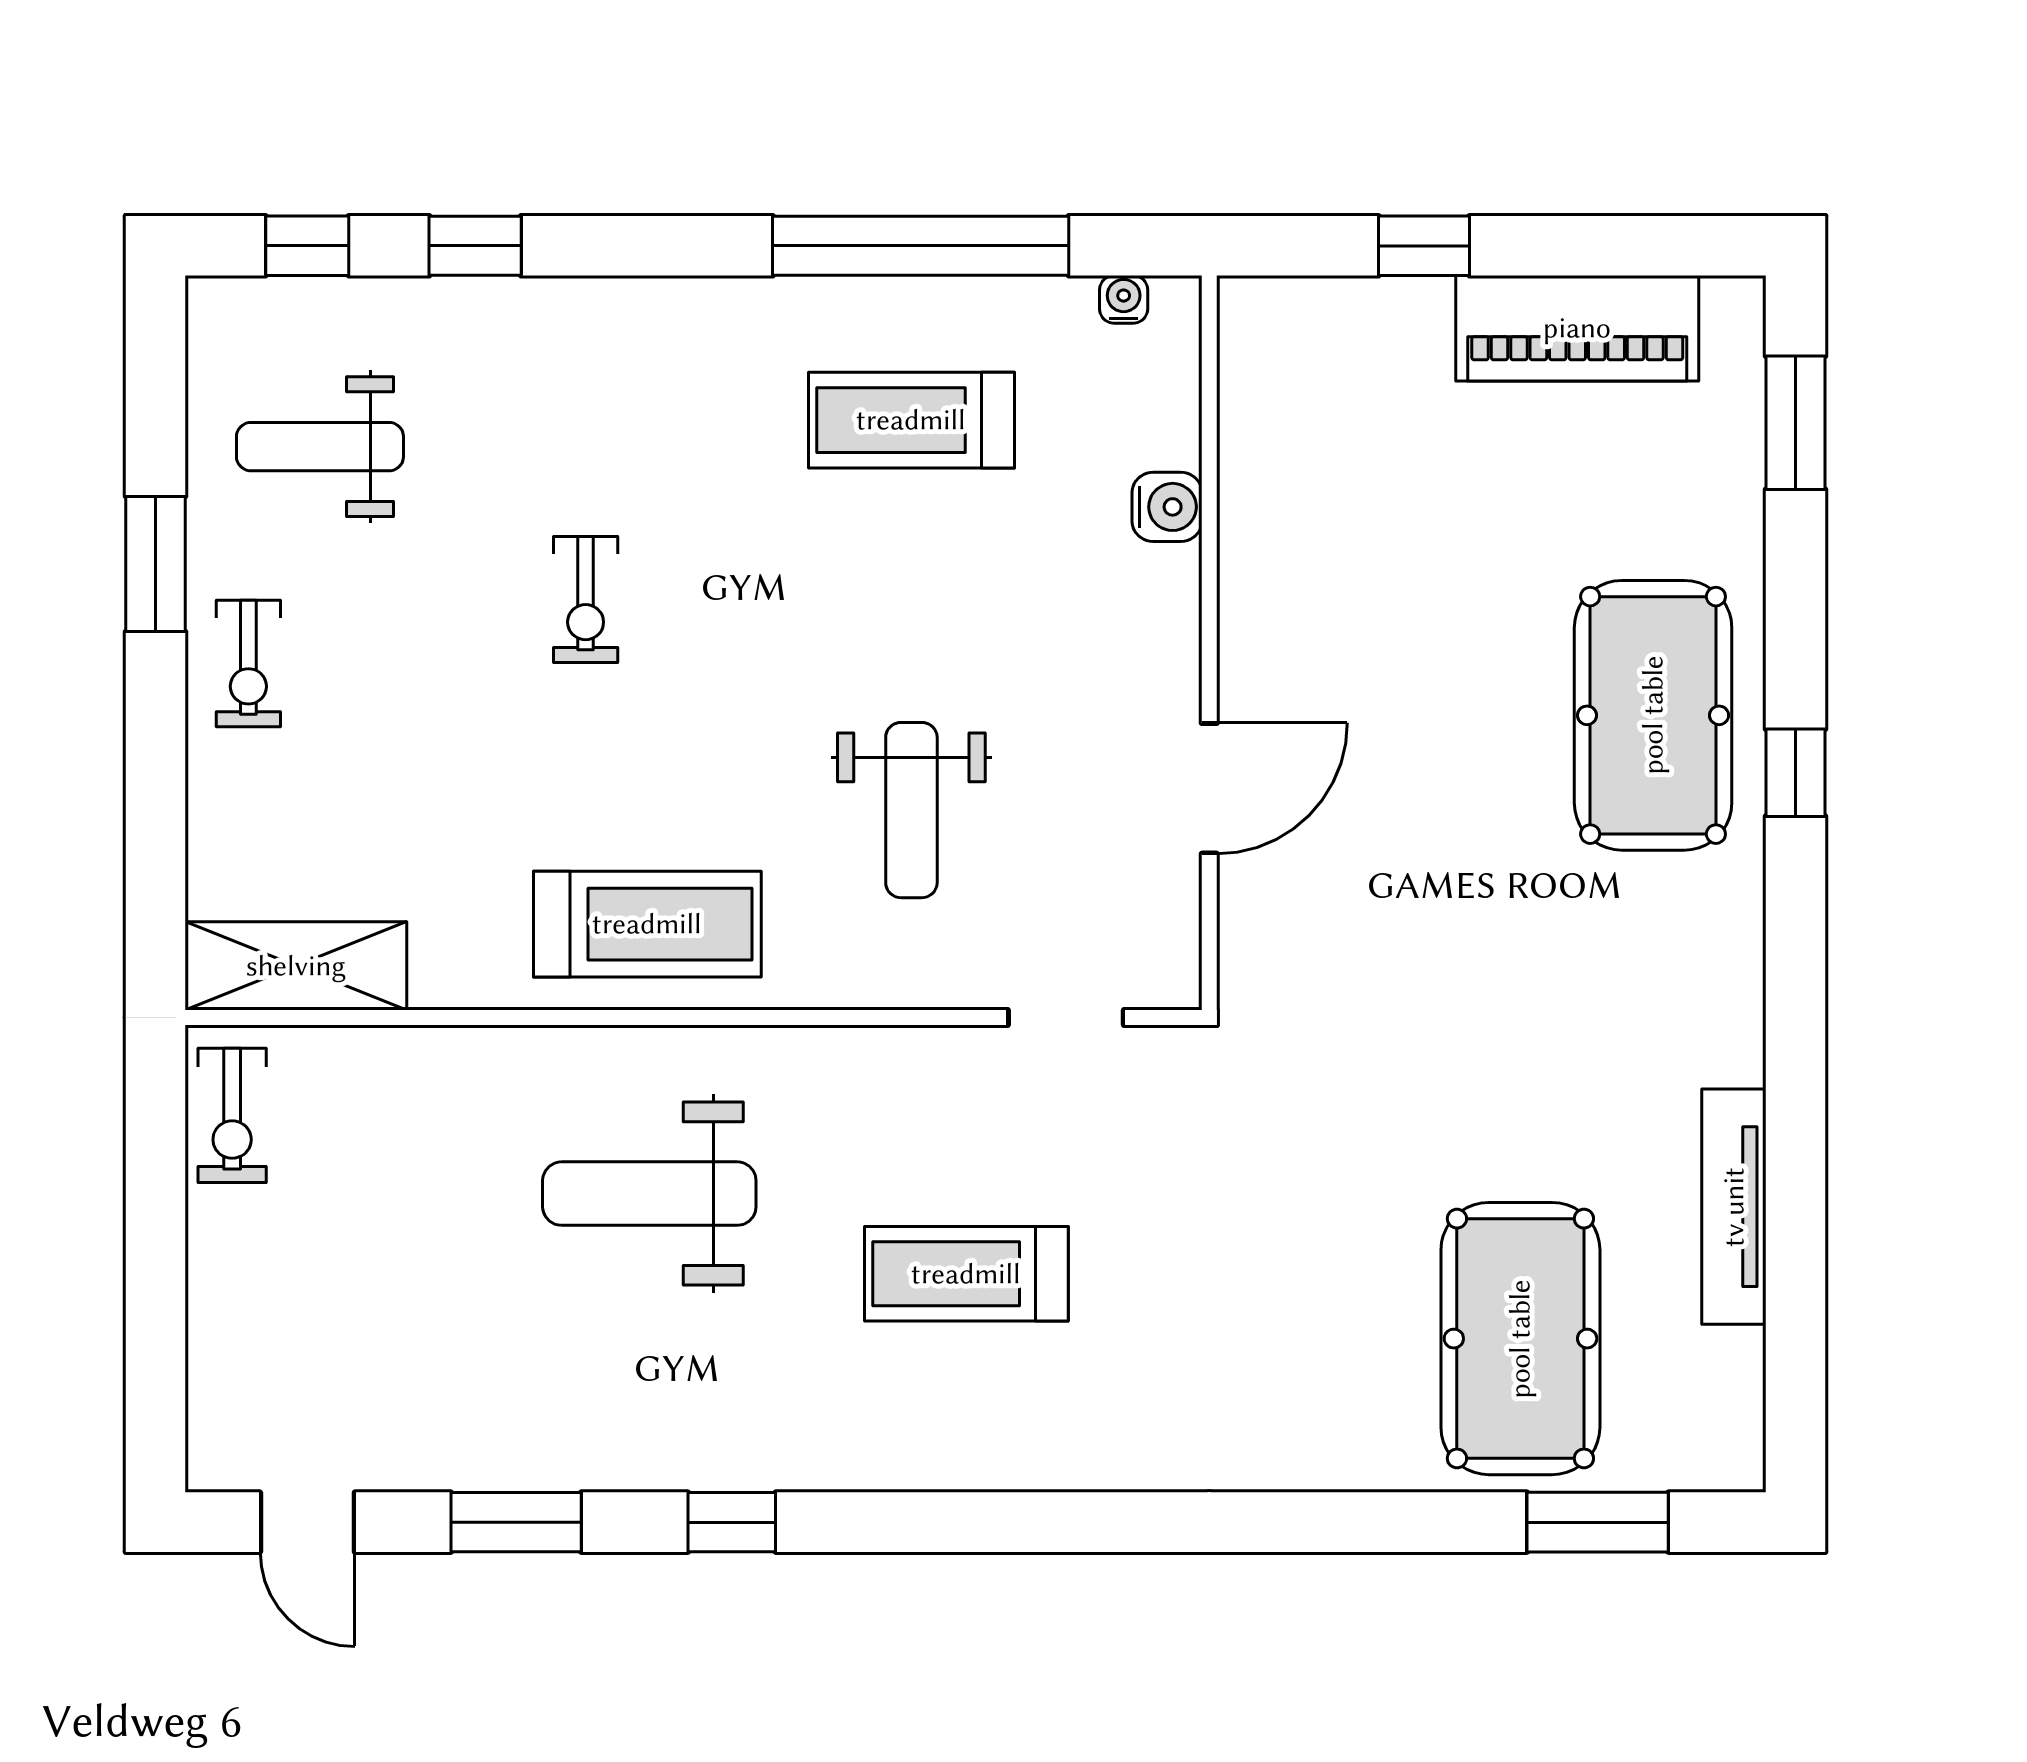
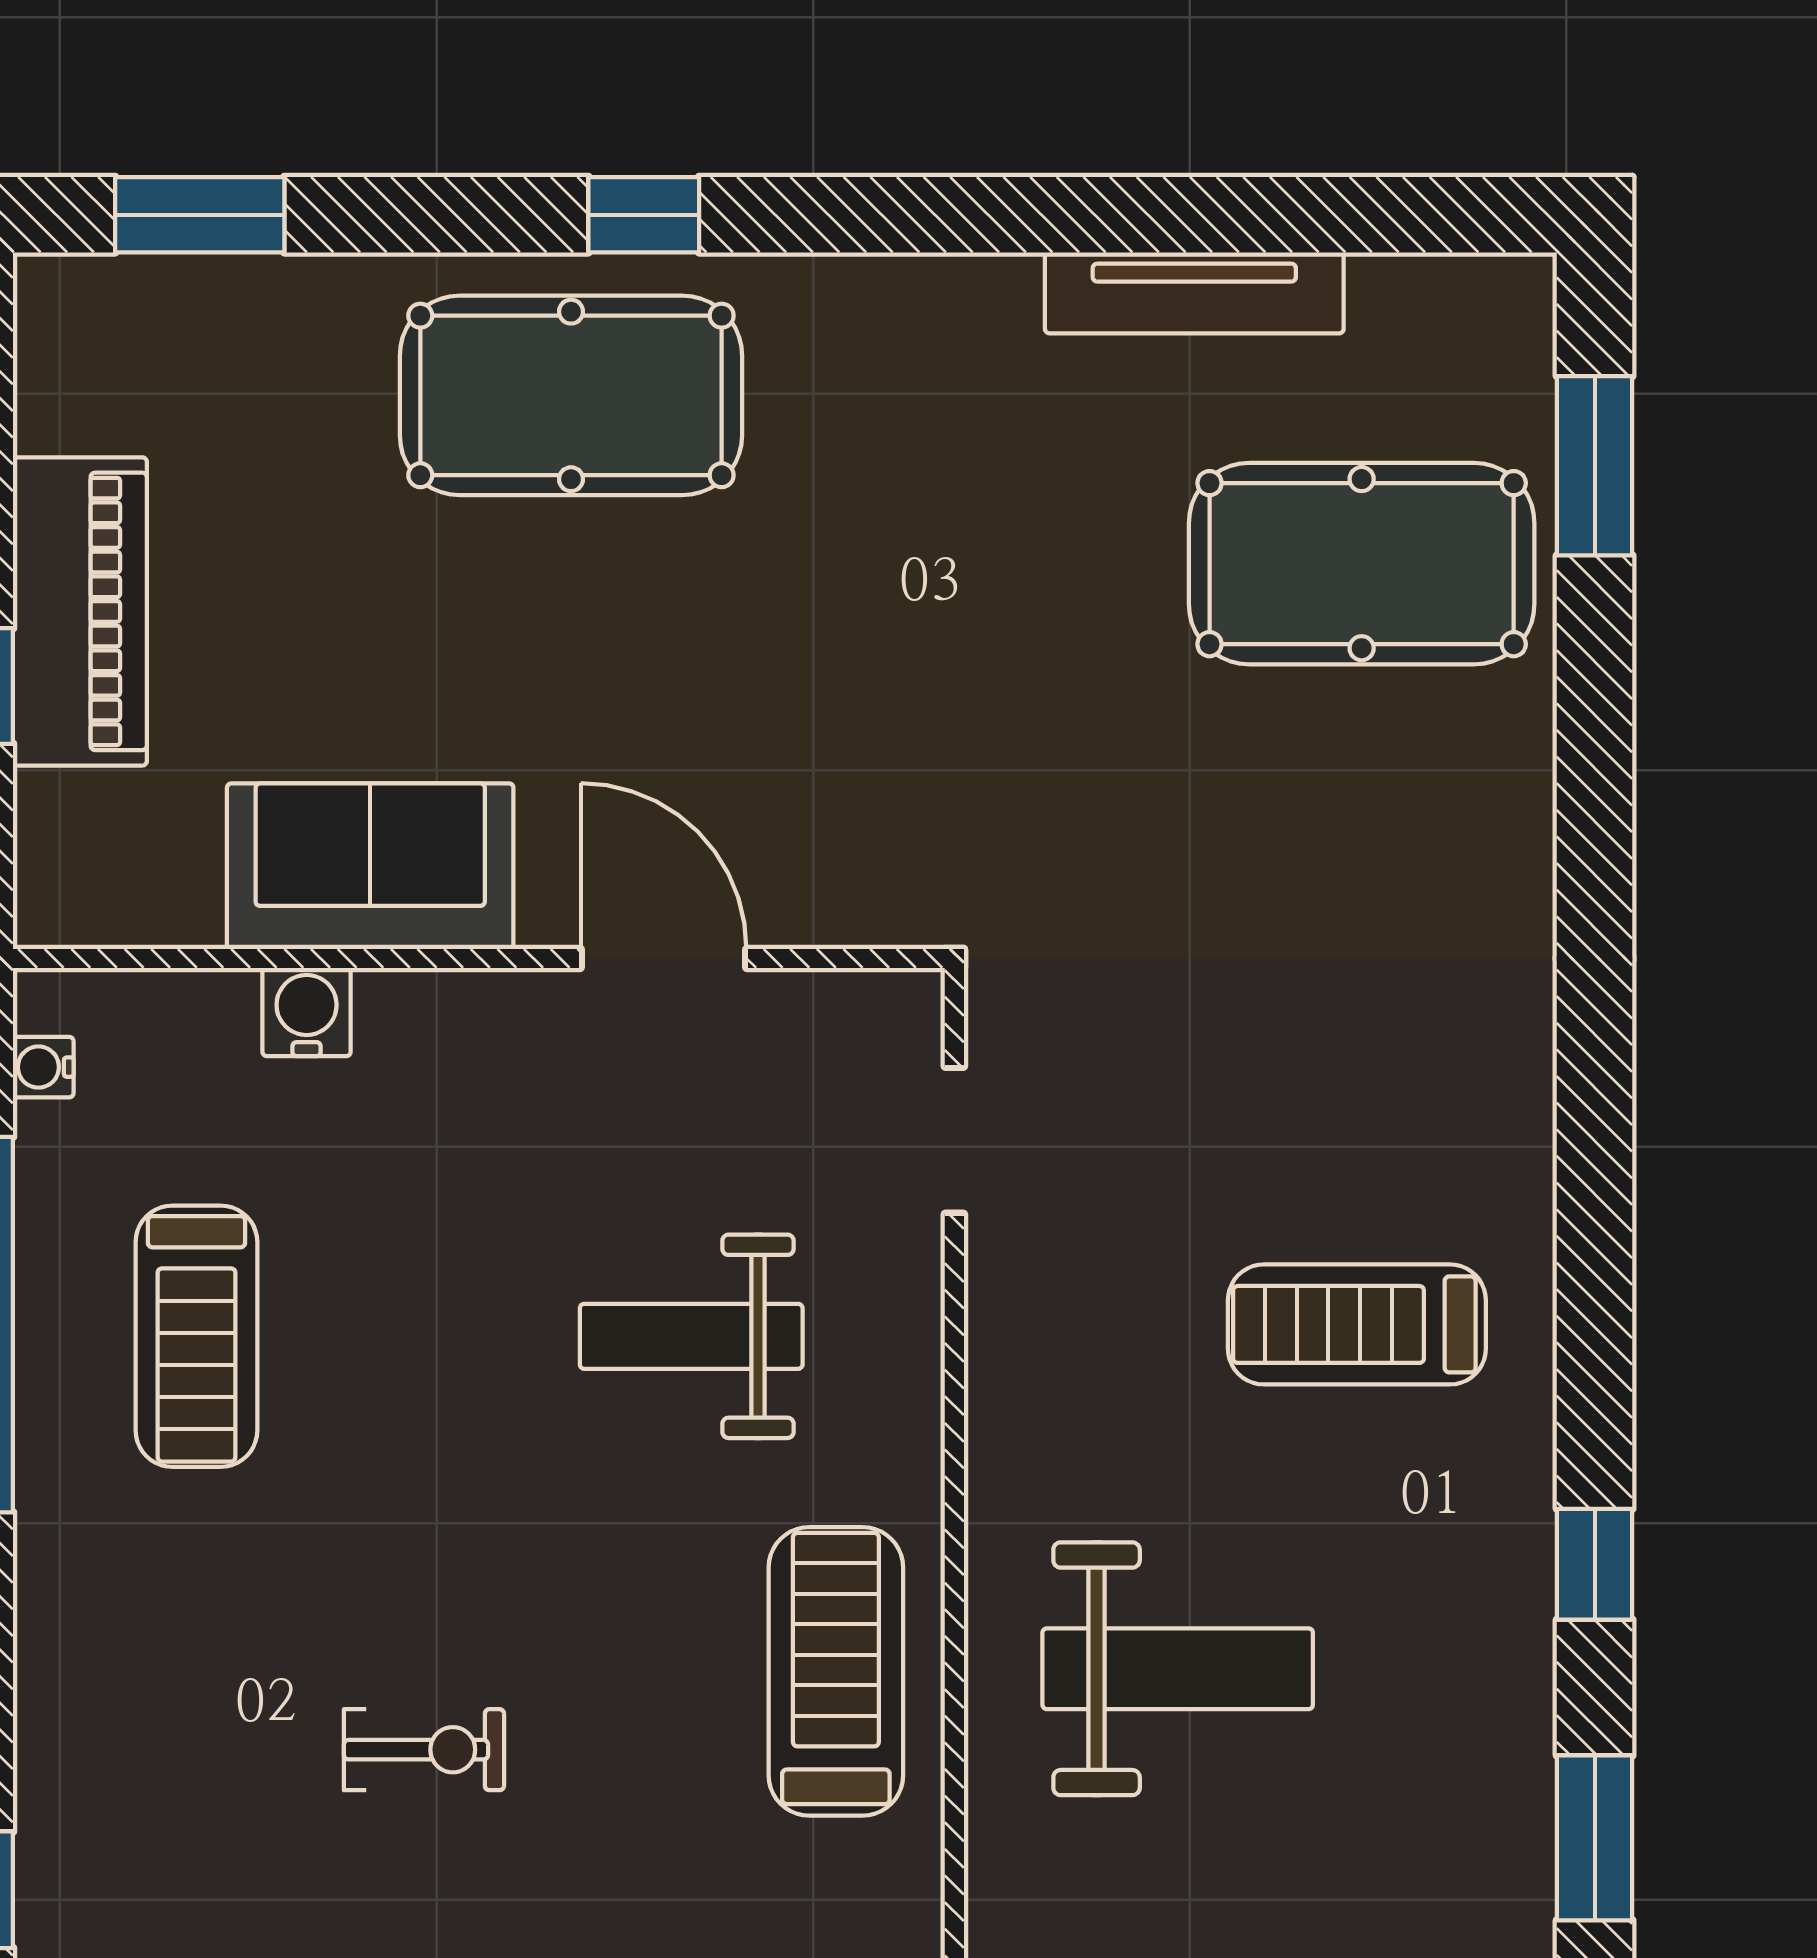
piano: (1577, 328) -> (80, 611), moved
sofa: (1282, 557) -> (370, 866), added
weight bench: (911, 810) -> (691, 1336), turned 180
weight bench: (649, 1194) -> (1178, 1669), turned -90
treadmill: (966, 1274) -> (1357, 1324), moved, turned 90

